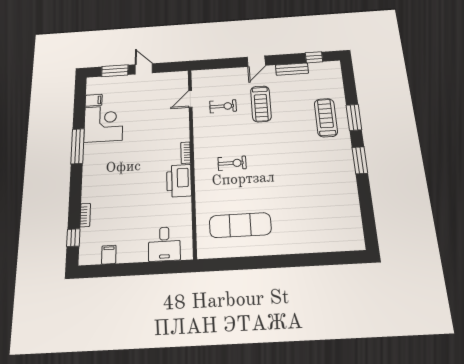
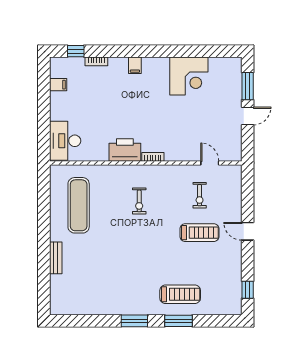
bench: (292, 69) -> (56, 258), moved
filing cabinet: (94, 100) -> (135, 65), moved
treadmill: (261, 104) -> (199, 233), turned 180
window: (78, 146) -> (167, 51), removed
desk: (164, 244) -> (65, 141), width x1.37

